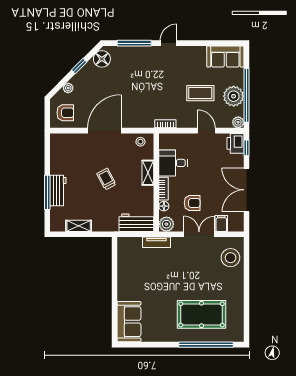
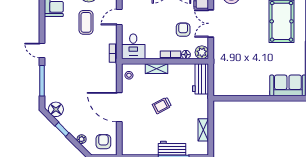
desk: (173, 163) -> (133, 46), moved
tv unit: (156, 242) -> (218, 61), removed

